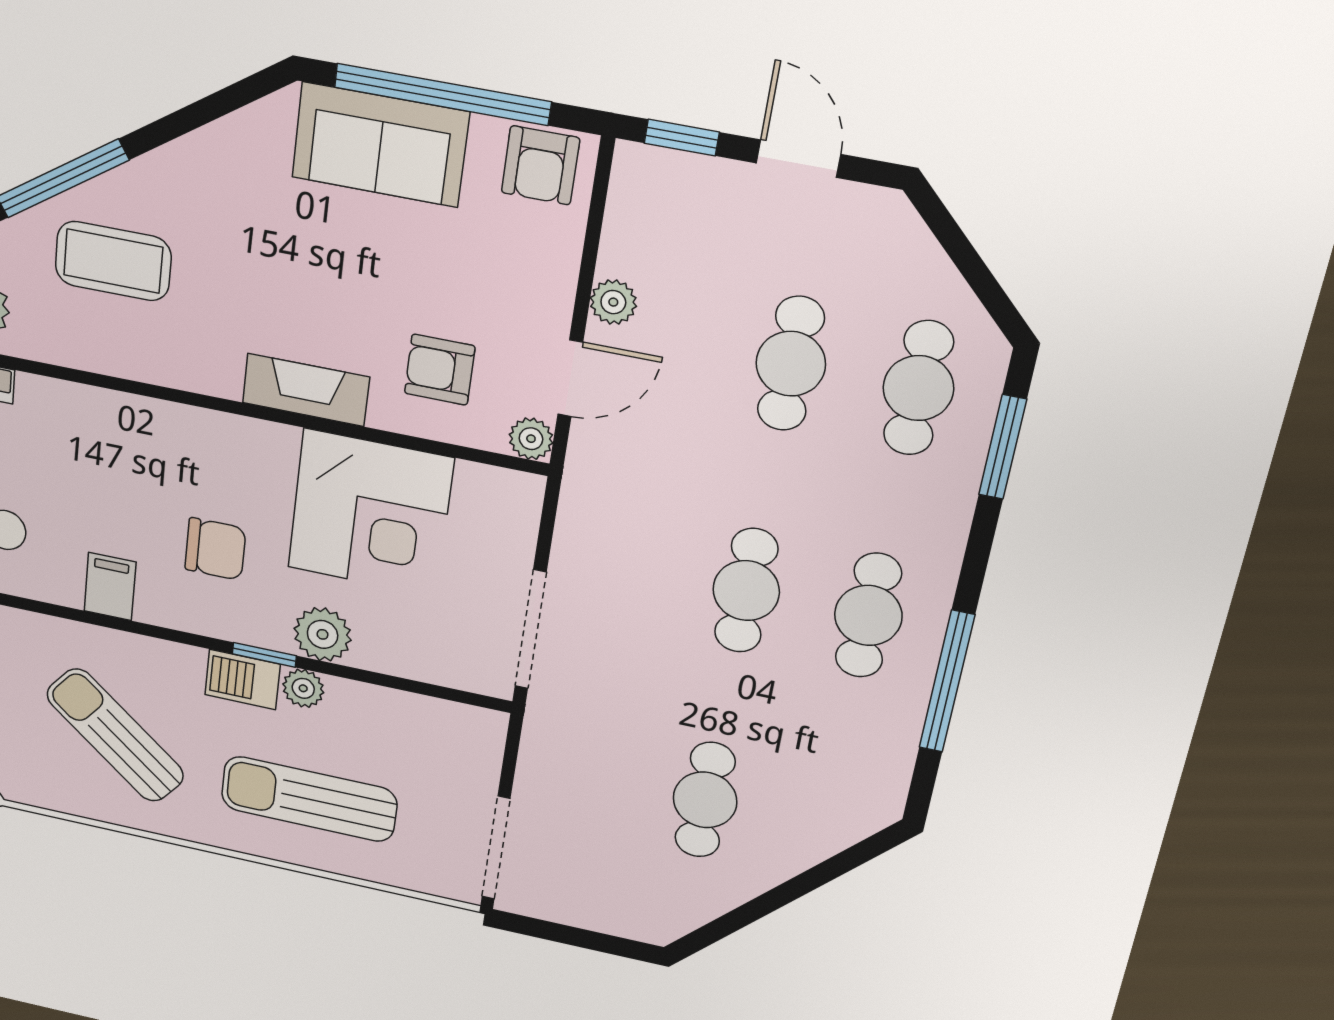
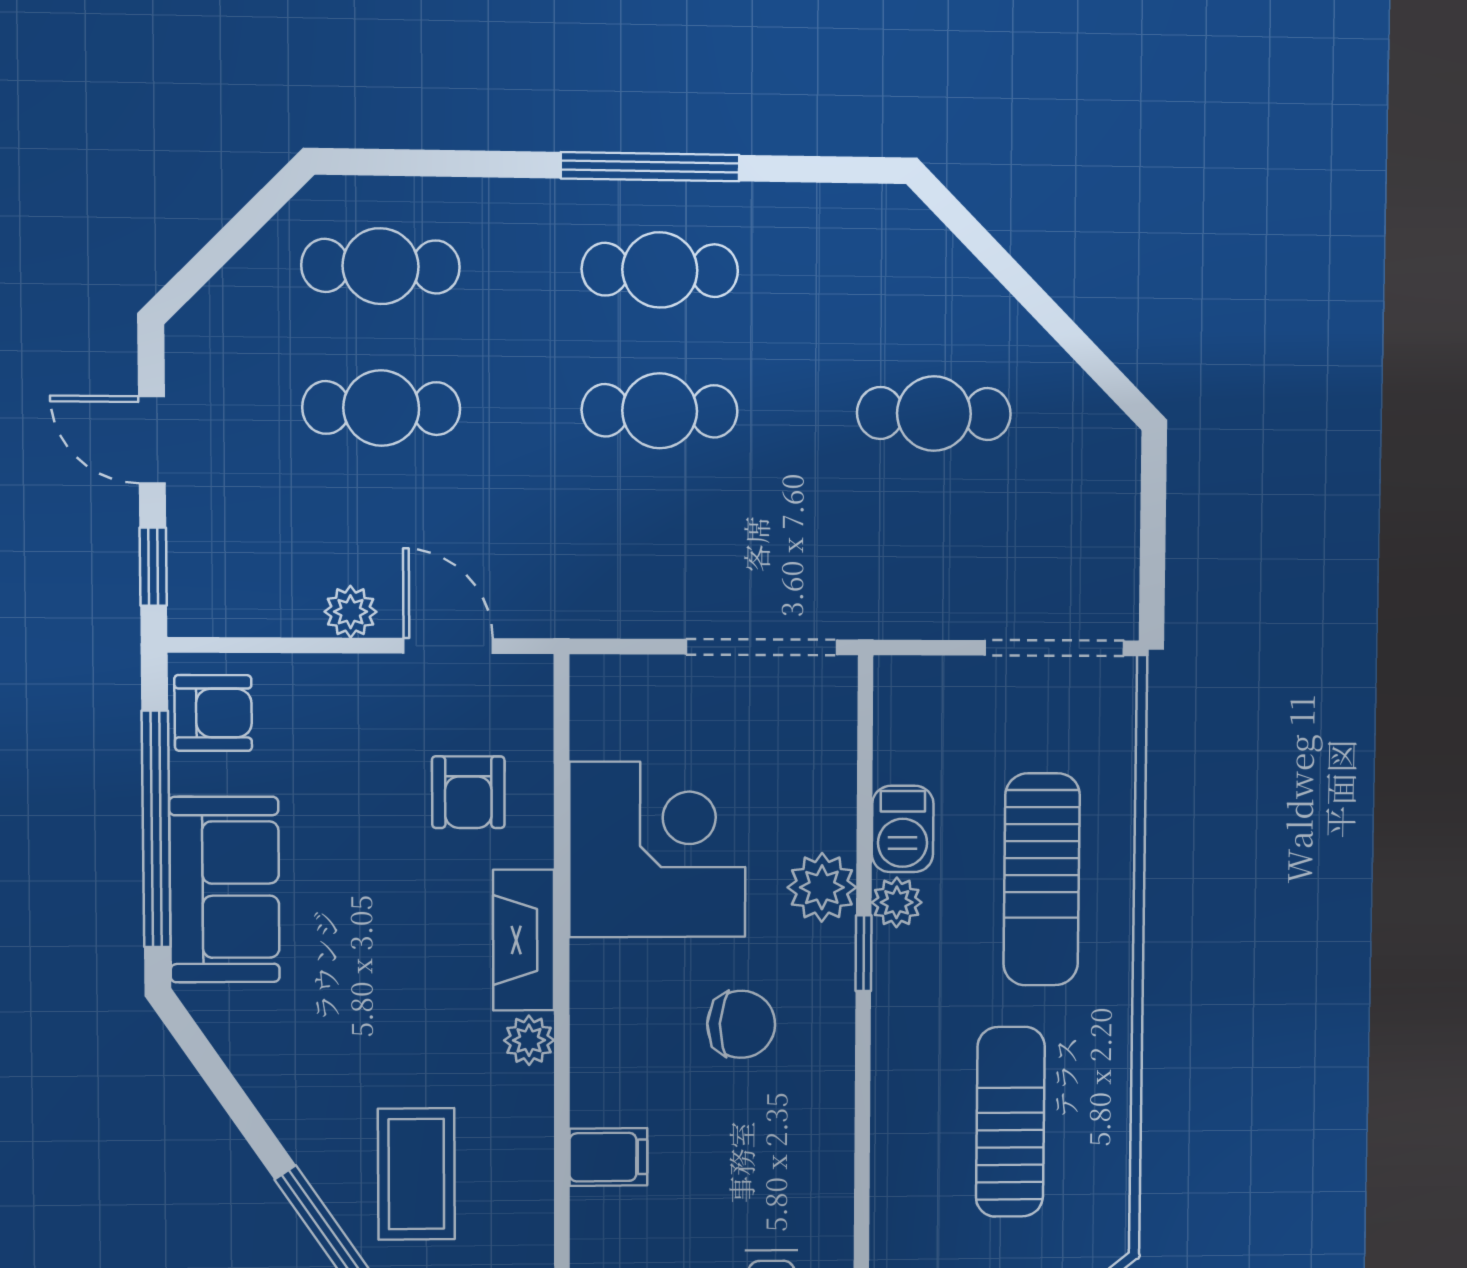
door: (798, 159) -> (152, 440), hinge flipped
plant: (531, 439) -> (529, 1040), moved
window: (1003, 447) -> (429, 163), removed
chair: (215, 549) -> (741, 1024), turned 92
filing cabinet: (110, 587) -> (608, 1157), moved, turned 180
barbecue: (243, 680) -> (903, 829), moved
window: (947, 682) -> (650, 167), moved
sun lounger: (115, 735) -> (1010, 1122), turned 141

